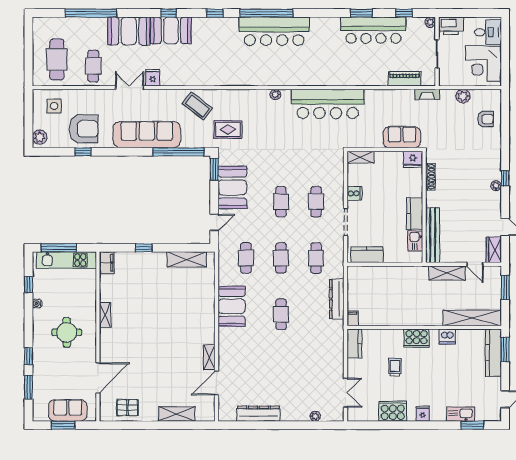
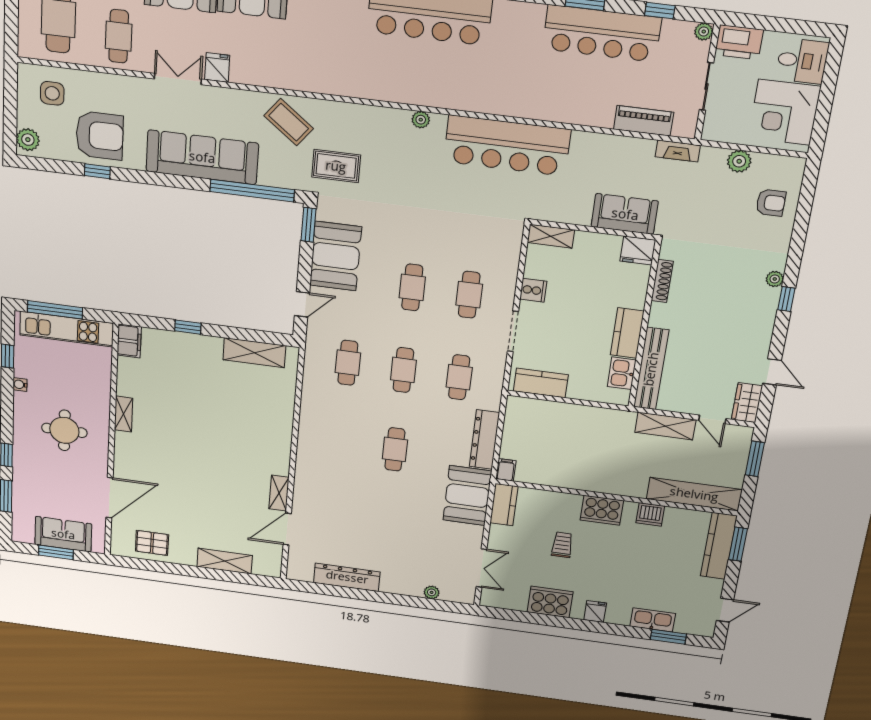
plant: (496, 186) -> (775, 279), moved
booth: (232, 306) -> (467, 496), moved

